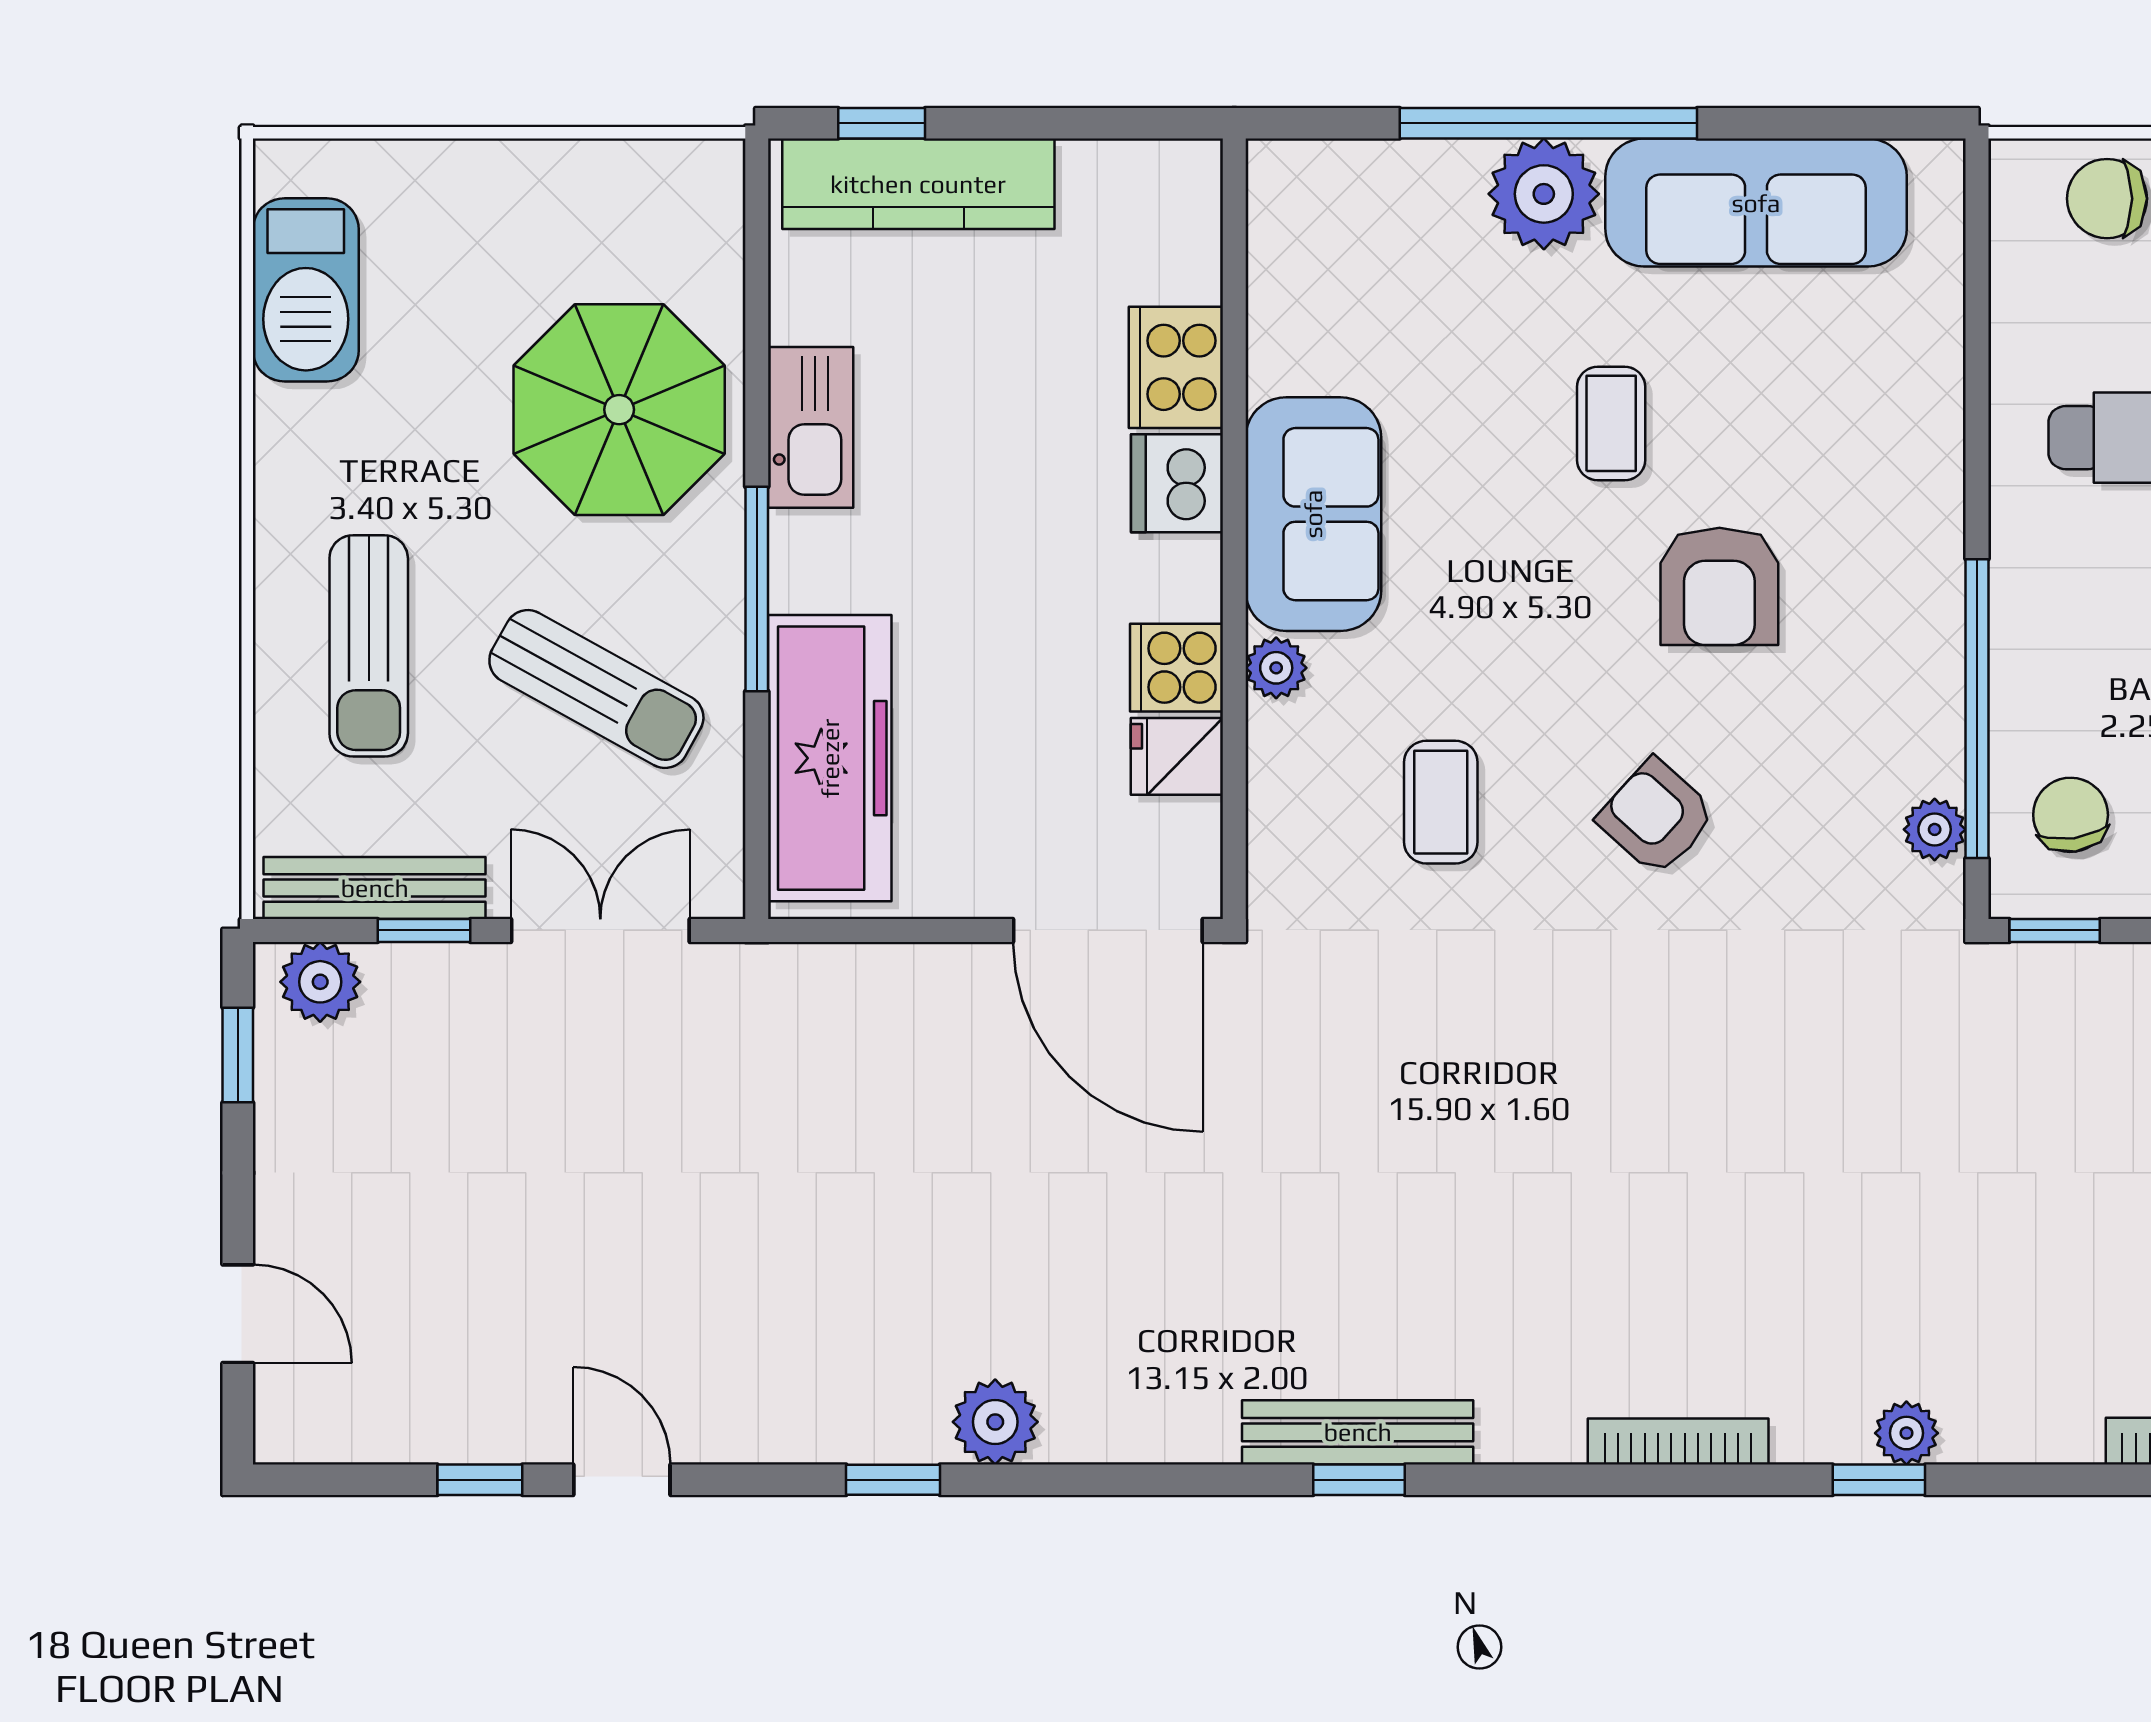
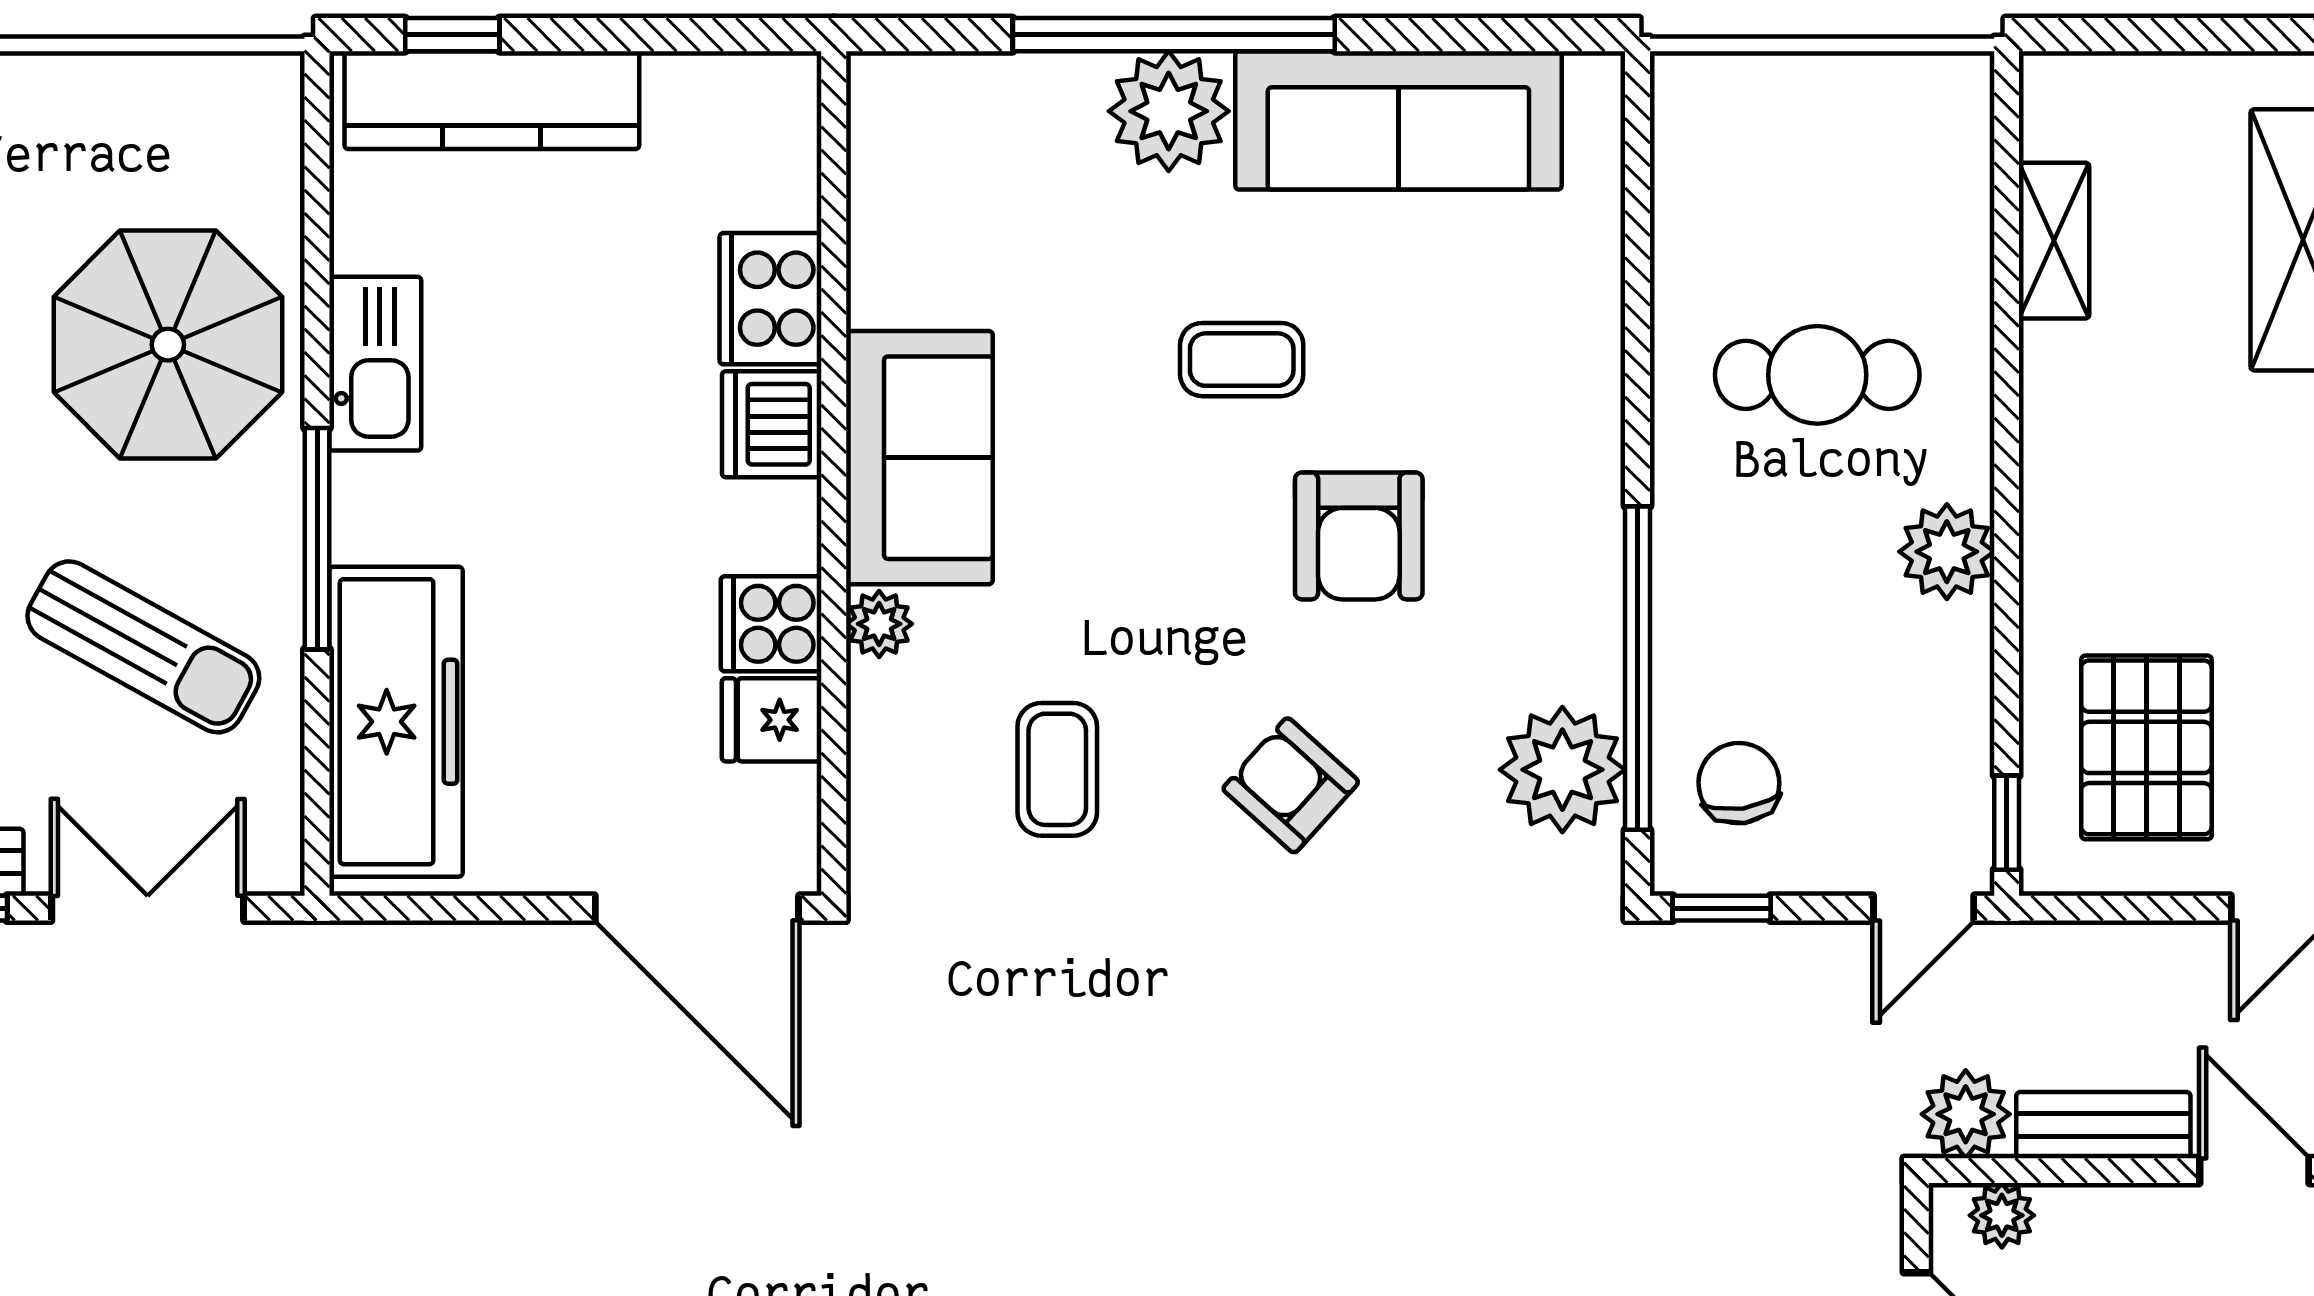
chair: (2107, 199) -> (1778, 116), removed
coffee table: (1611, 423) -> (1242, 360), turned 90
plant: (1935, 829) -> (1562, 770), width x1.88, depth x1.88

